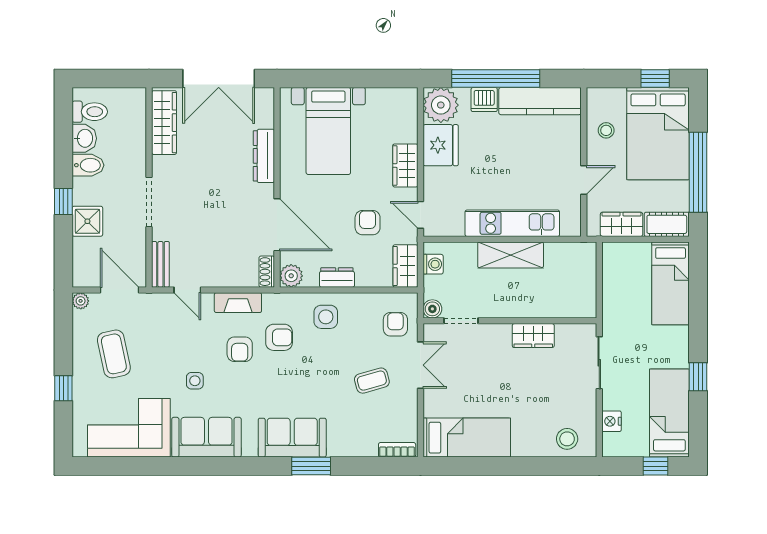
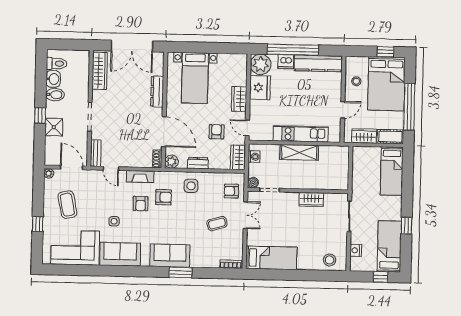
armchair: (395, 324) -> (231, 191), turned -90

